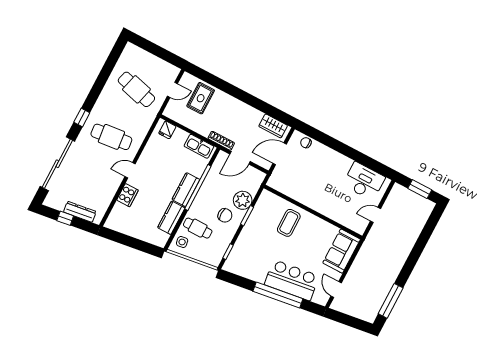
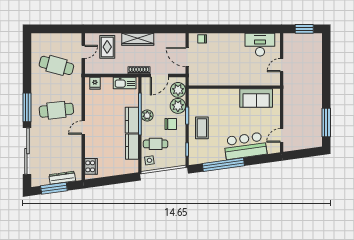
window: (82, 117) -> (27, 107), width x2.17
wardrobe: (273, 126) -> (138, 39), moved, width x1.50
door: (280, 154) -> (187, 57), hinge flipped
plant: (252, 183) -> (178, 90), added
plant: (205, 193) -> (147, 115), added
cooker: (127, 195) -> (91, 166), moved
window: (65, 218) -> (54, 188), width x2.17
coffee table: (289, 223) -> (202, 128), moved
sofa: (342, 251) -> (256, 98), moved, turned -90
door: (336, 289) -> (282, 135), hinge flipped
window: (278, 295) -> (223, 165), moved

